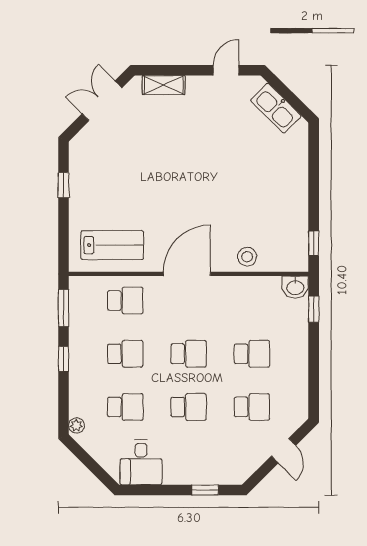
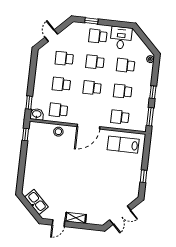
shelving: (164, 85) -> (76, 218), moved
school desk: (252, 301) -> (58, 110), added
school desk: (189, 460) -> (98, 36), added

